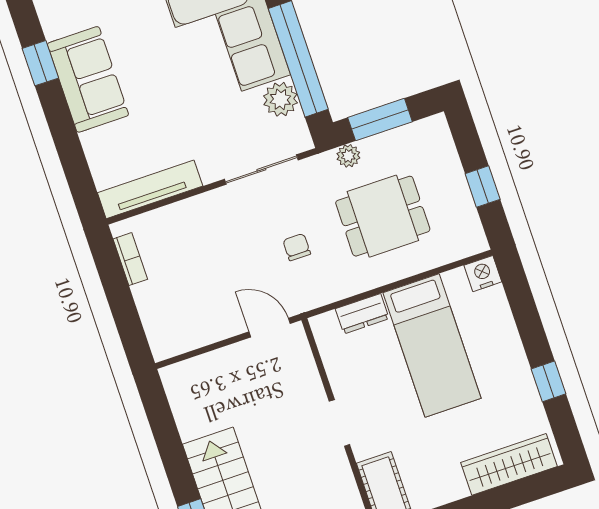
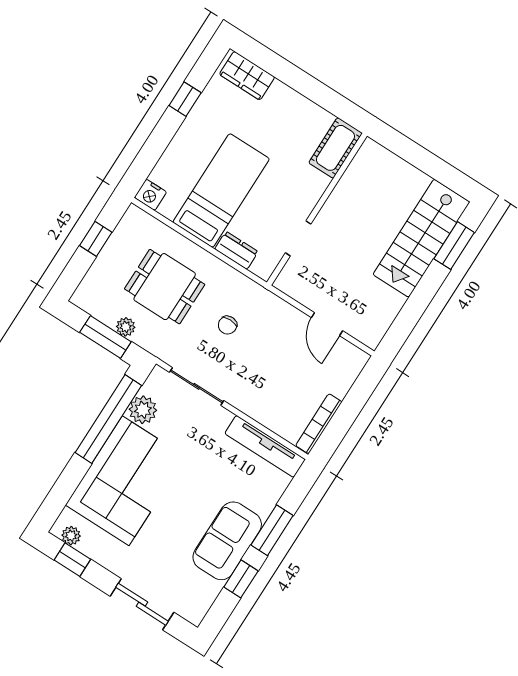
window: (63, 131) -> (272, 530), added
plant: (348, 156) -> (126, 327), moved
bookcase: (130, 259) -> (319, 424), width x1.56
door: (270, 328) -> (327, 324), moved
doorway: (339, 423) -> (298, 238), moved
wardrobe: (509, 464) -> (247, 76), width x0.67

